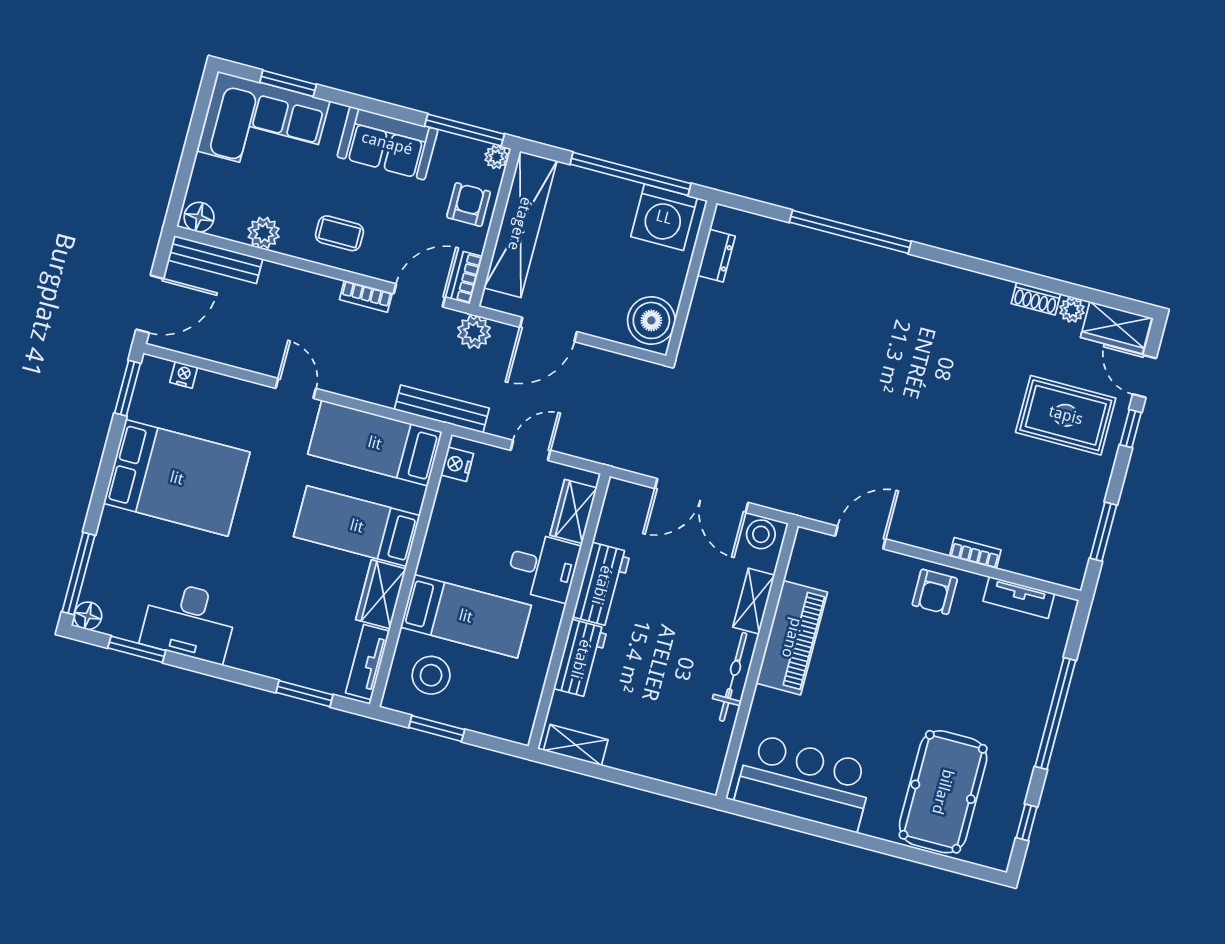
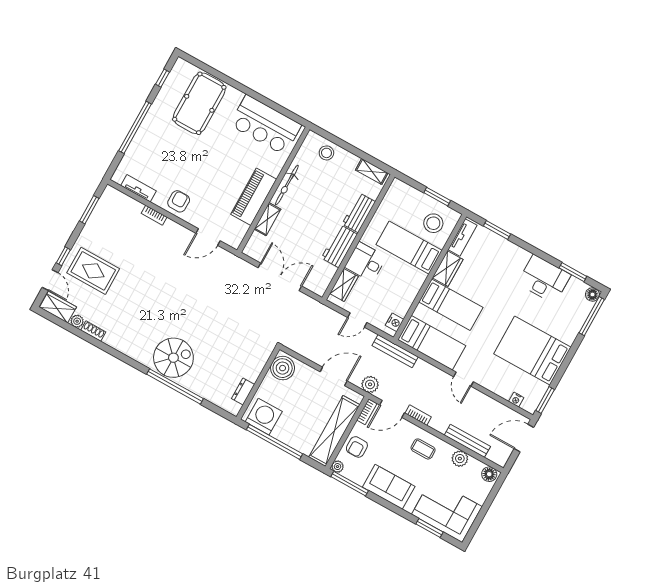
bench: (215, 260) -> (467, 441), moved
spiral stairs: (868, 287) -> (173, 358), added
stool: (761, 534) -> (326, 153), moved

